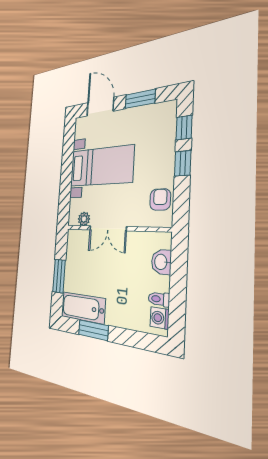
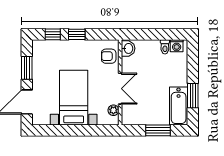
armchair: (160, 200) -> (109, 56), moved
washbasin: (161, 262) -> (128, 48), moved, turned -90

